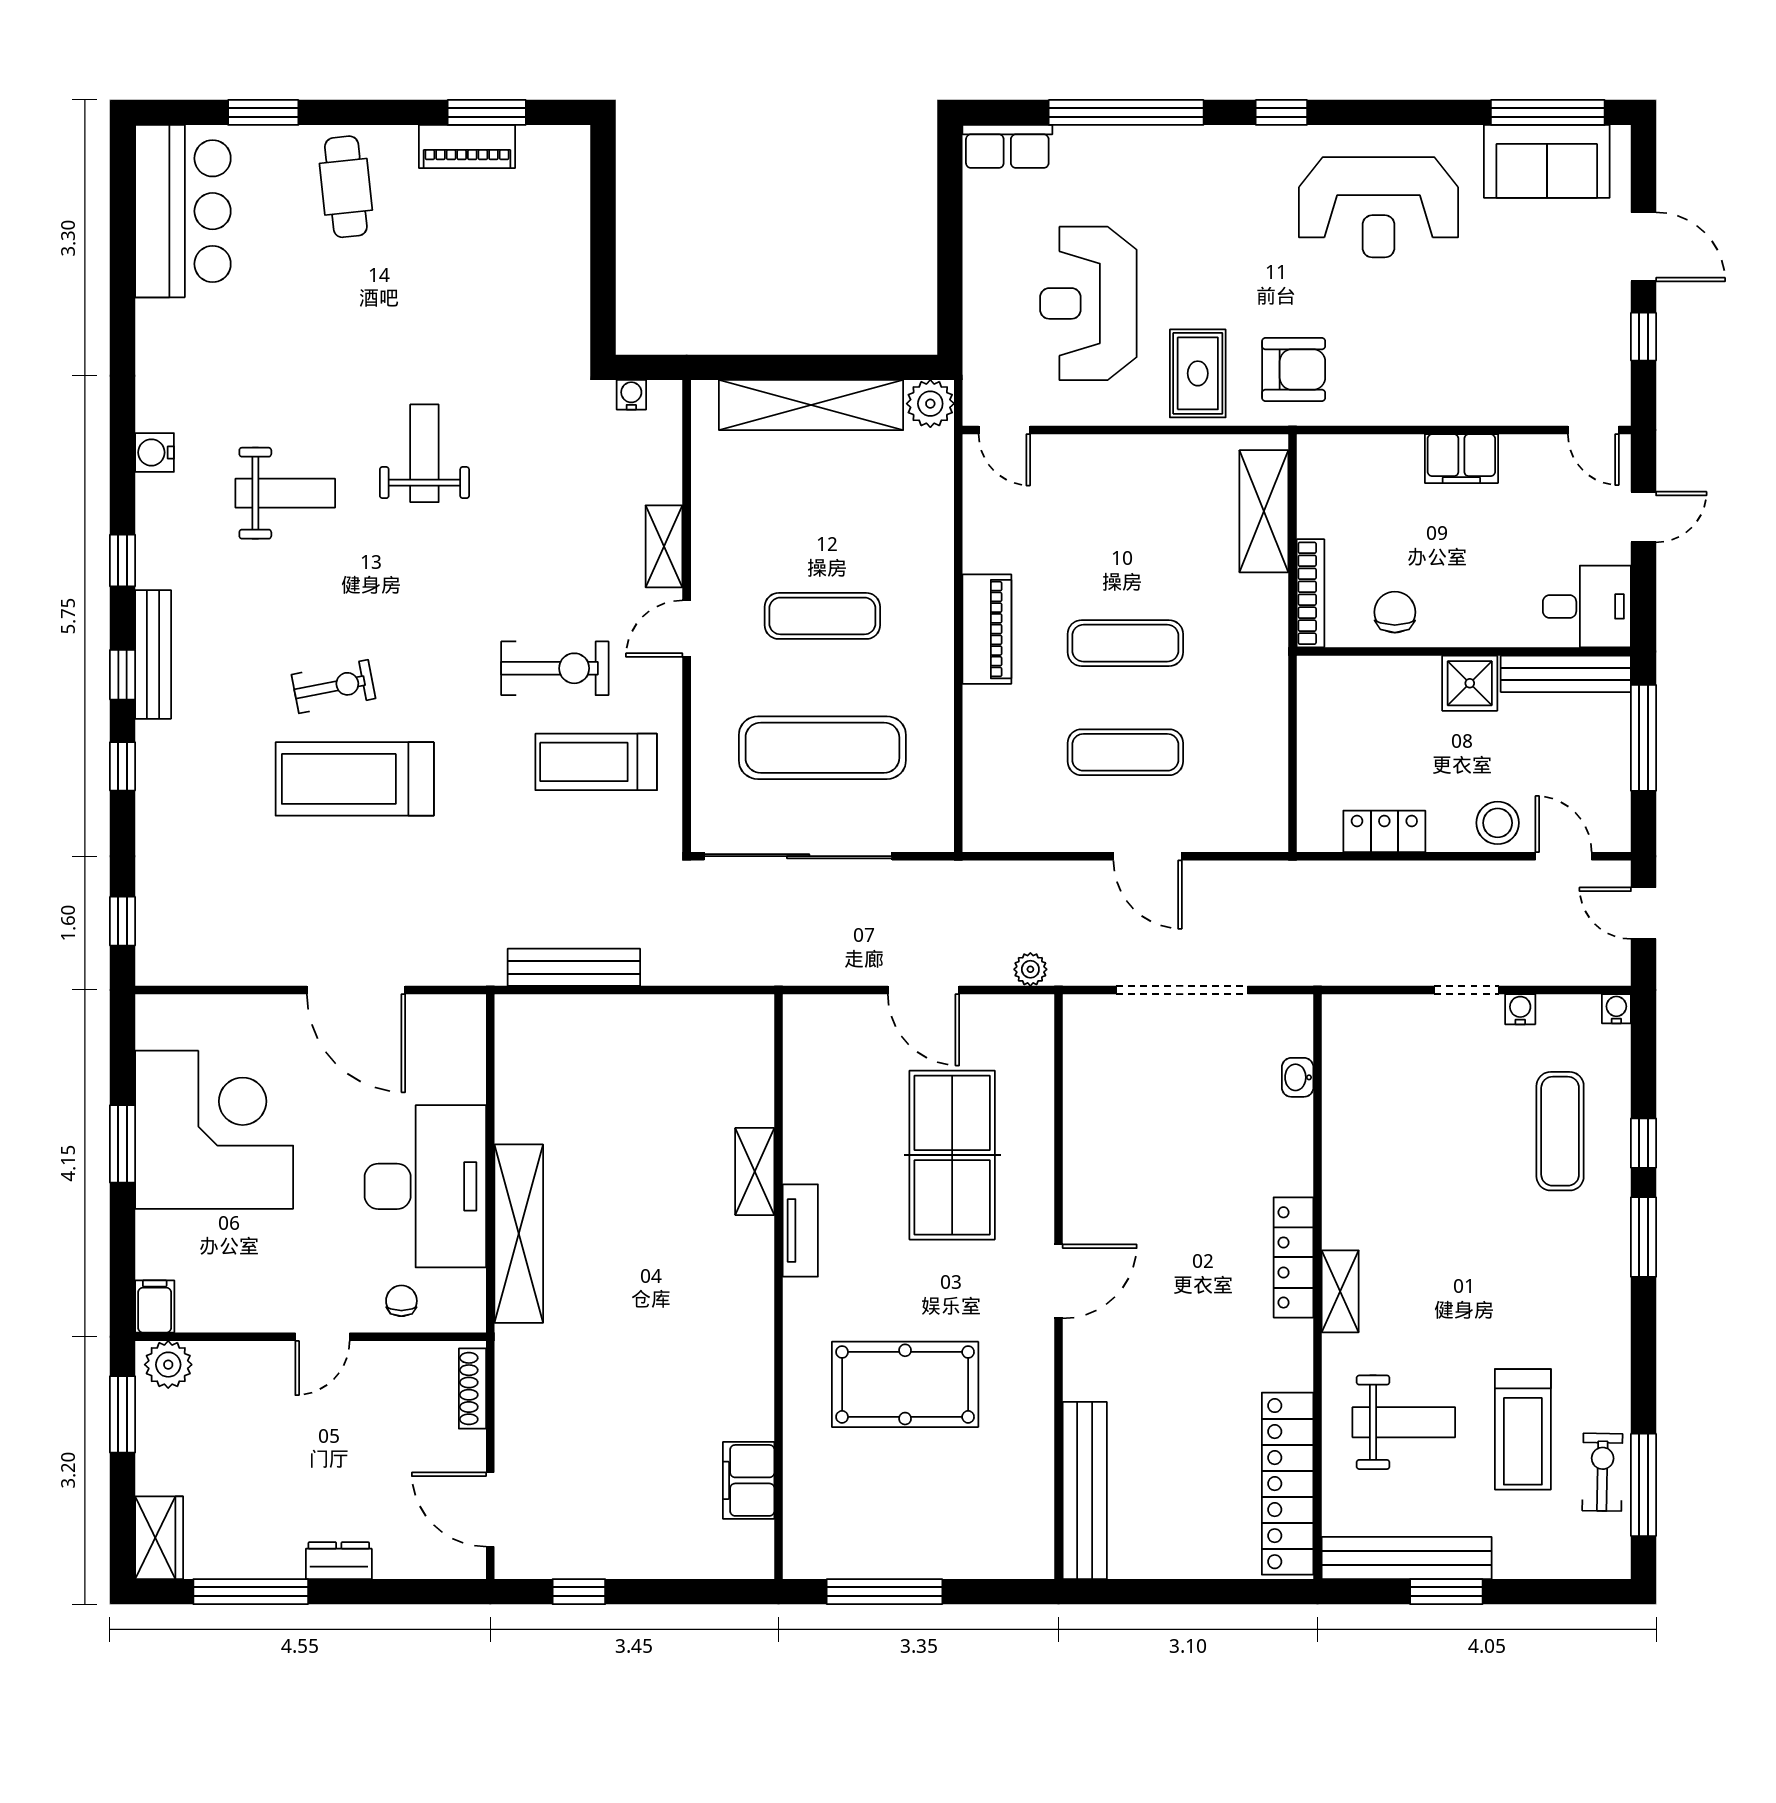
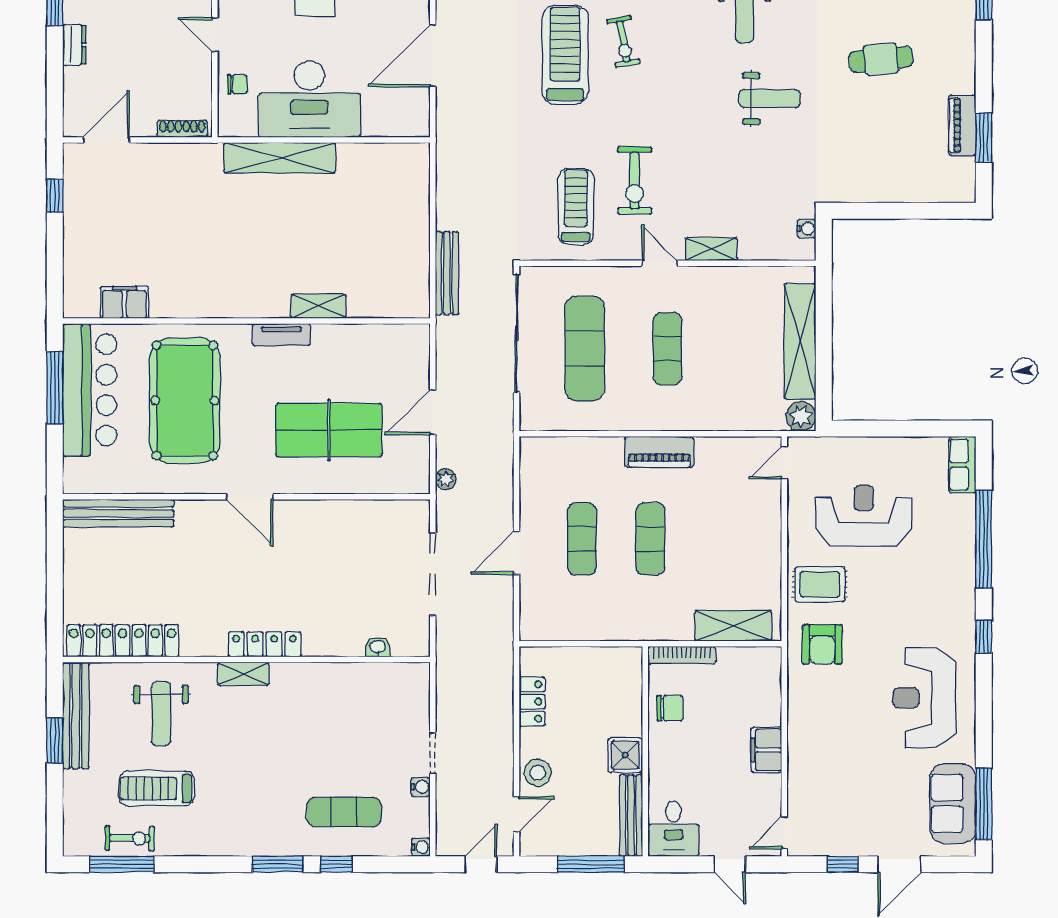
cafe table: (346, 187) -> (881, 59), moved
bench: (574, 967) -> (447, 273), moved
pool table: (905, 1384) -> (185, 400), width x1.36, depth x1.32
bar counter: (888, 1536) -> (90, 390), added

